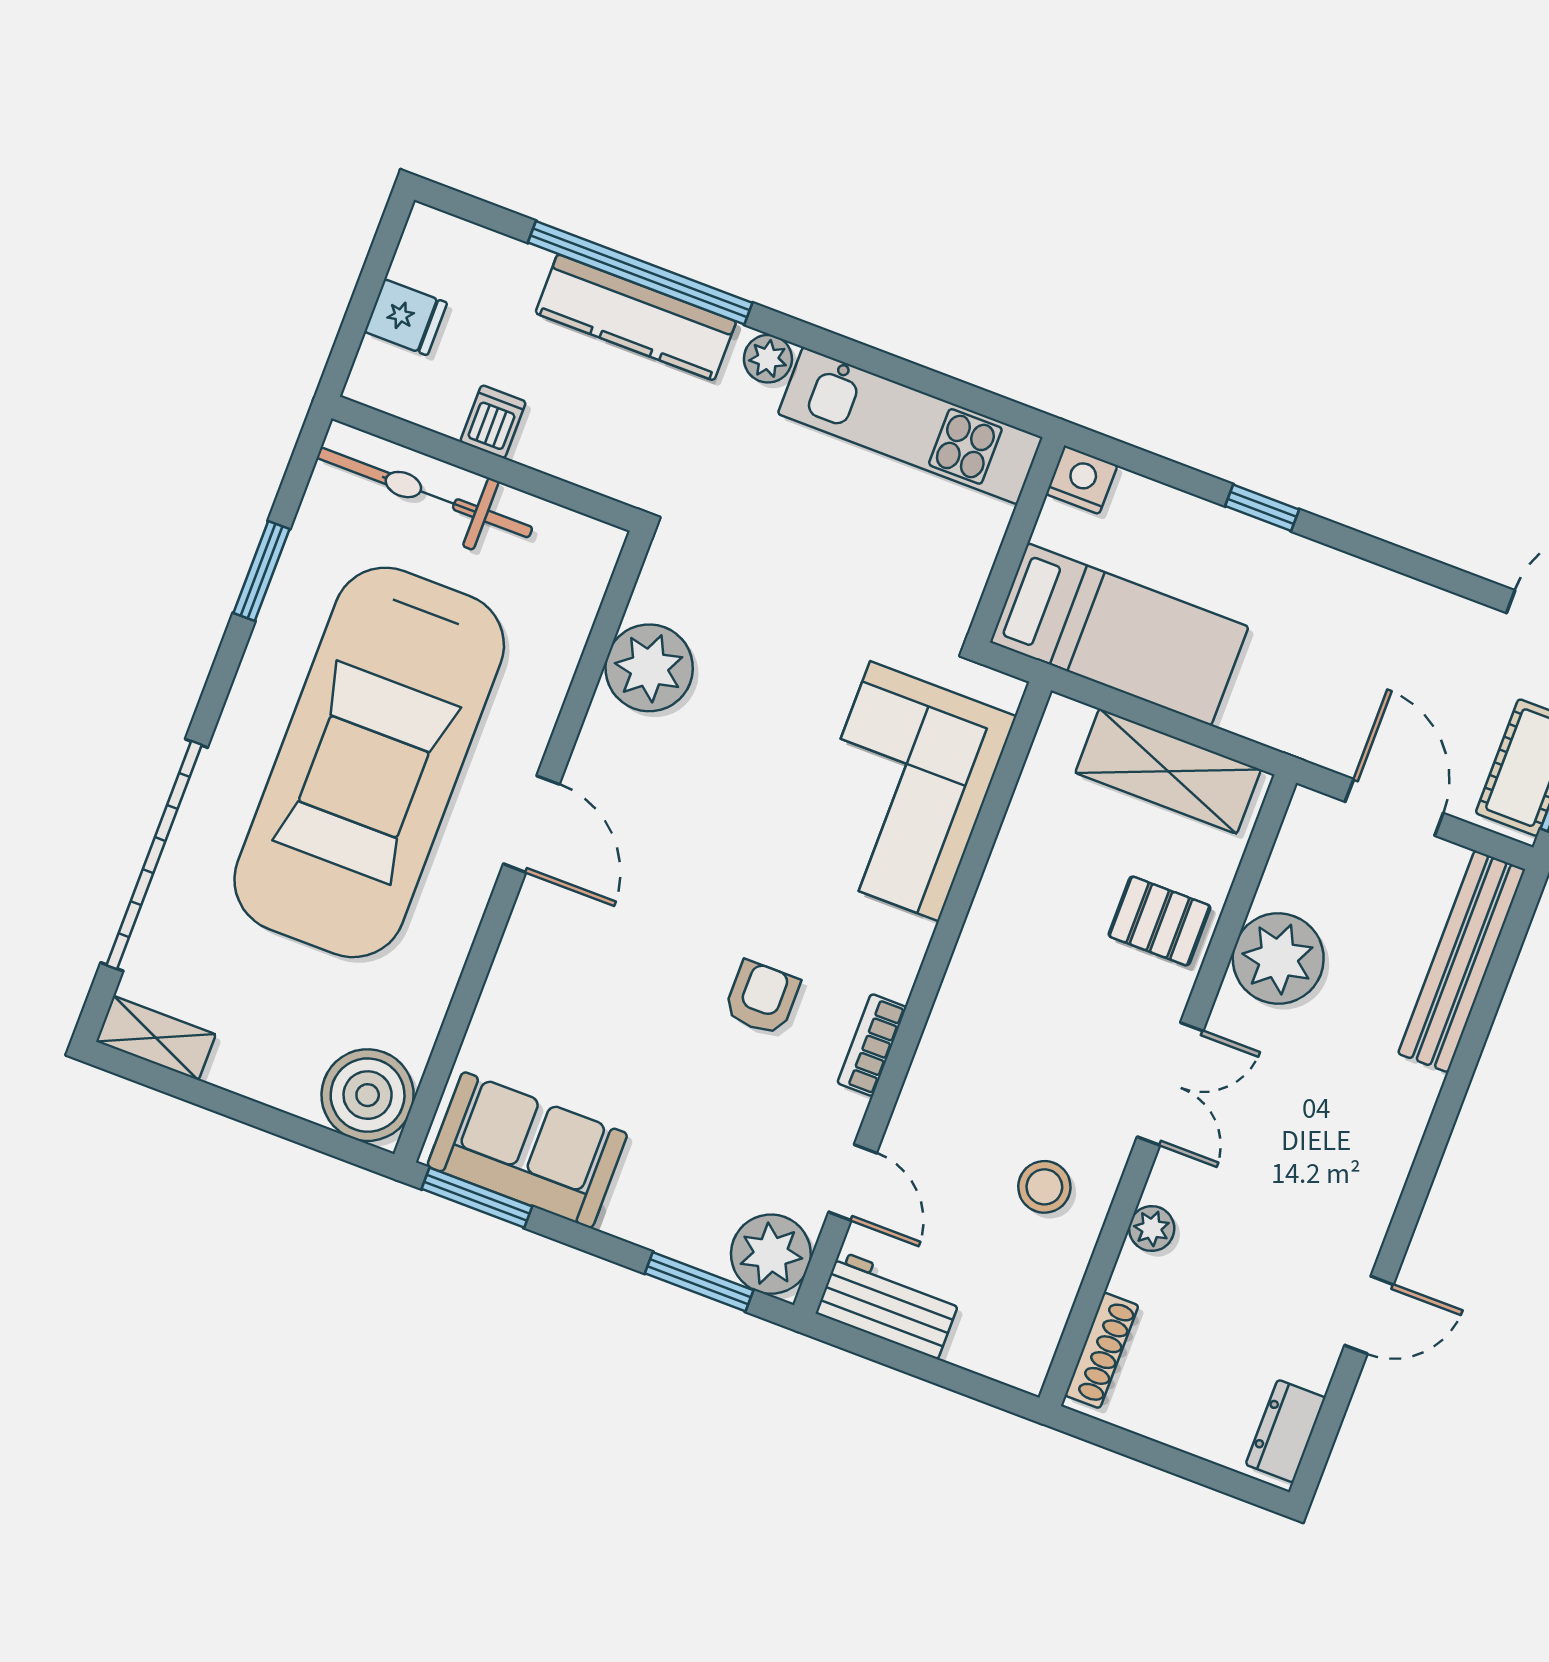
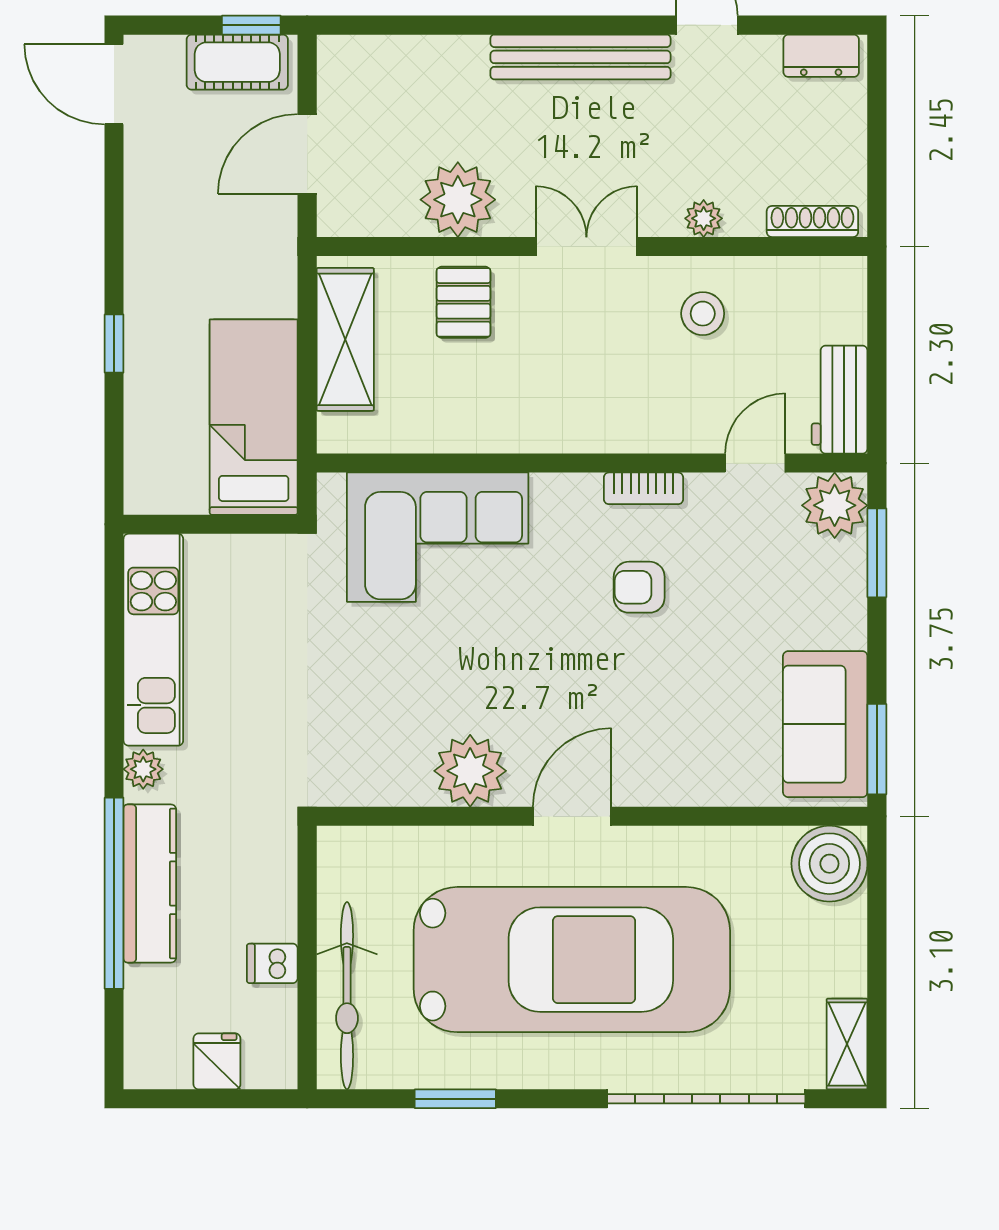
nightstand: (1082, 480) -> (145, 491), removed
plant: (649, 668) -> (470, 771), moved
bench: (1461, 961) -> (580, 57), moved

